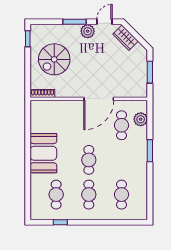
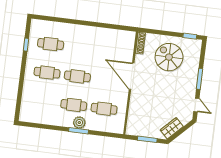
plant: (88, 31) -> (190, 89), removed
wardrobe: (125, 38) -> (172, 128), moved
door: (99, 99) -> (132, 76), moved
plant: (141, 119) -> (79, 123), moved
booth: (43, 153) -> (88, 37), removed
cafe table: (122, 195) -> (74, 105), moved

